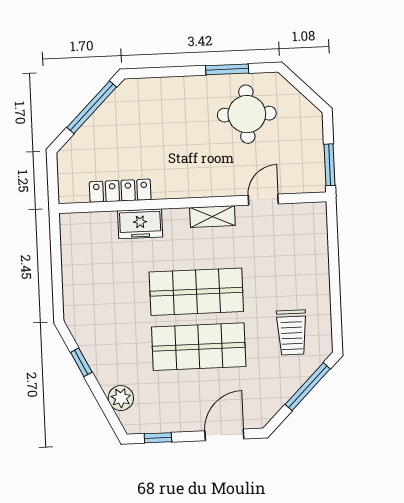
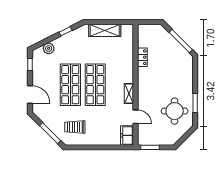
locker: (120, 191) -> (142, 57), width x0.66
freezer: (140, 224) -> (127, 135), moved
shelving: (76, 276) -> (105, 30), added

